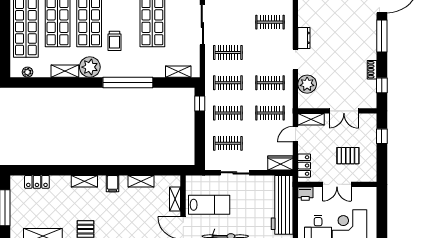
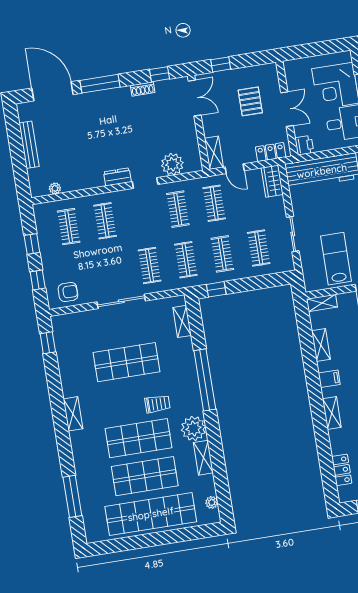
double door: (344, 111) -> (195, 98), moved
shelving: (175, 199) -> (322, 303), moved

